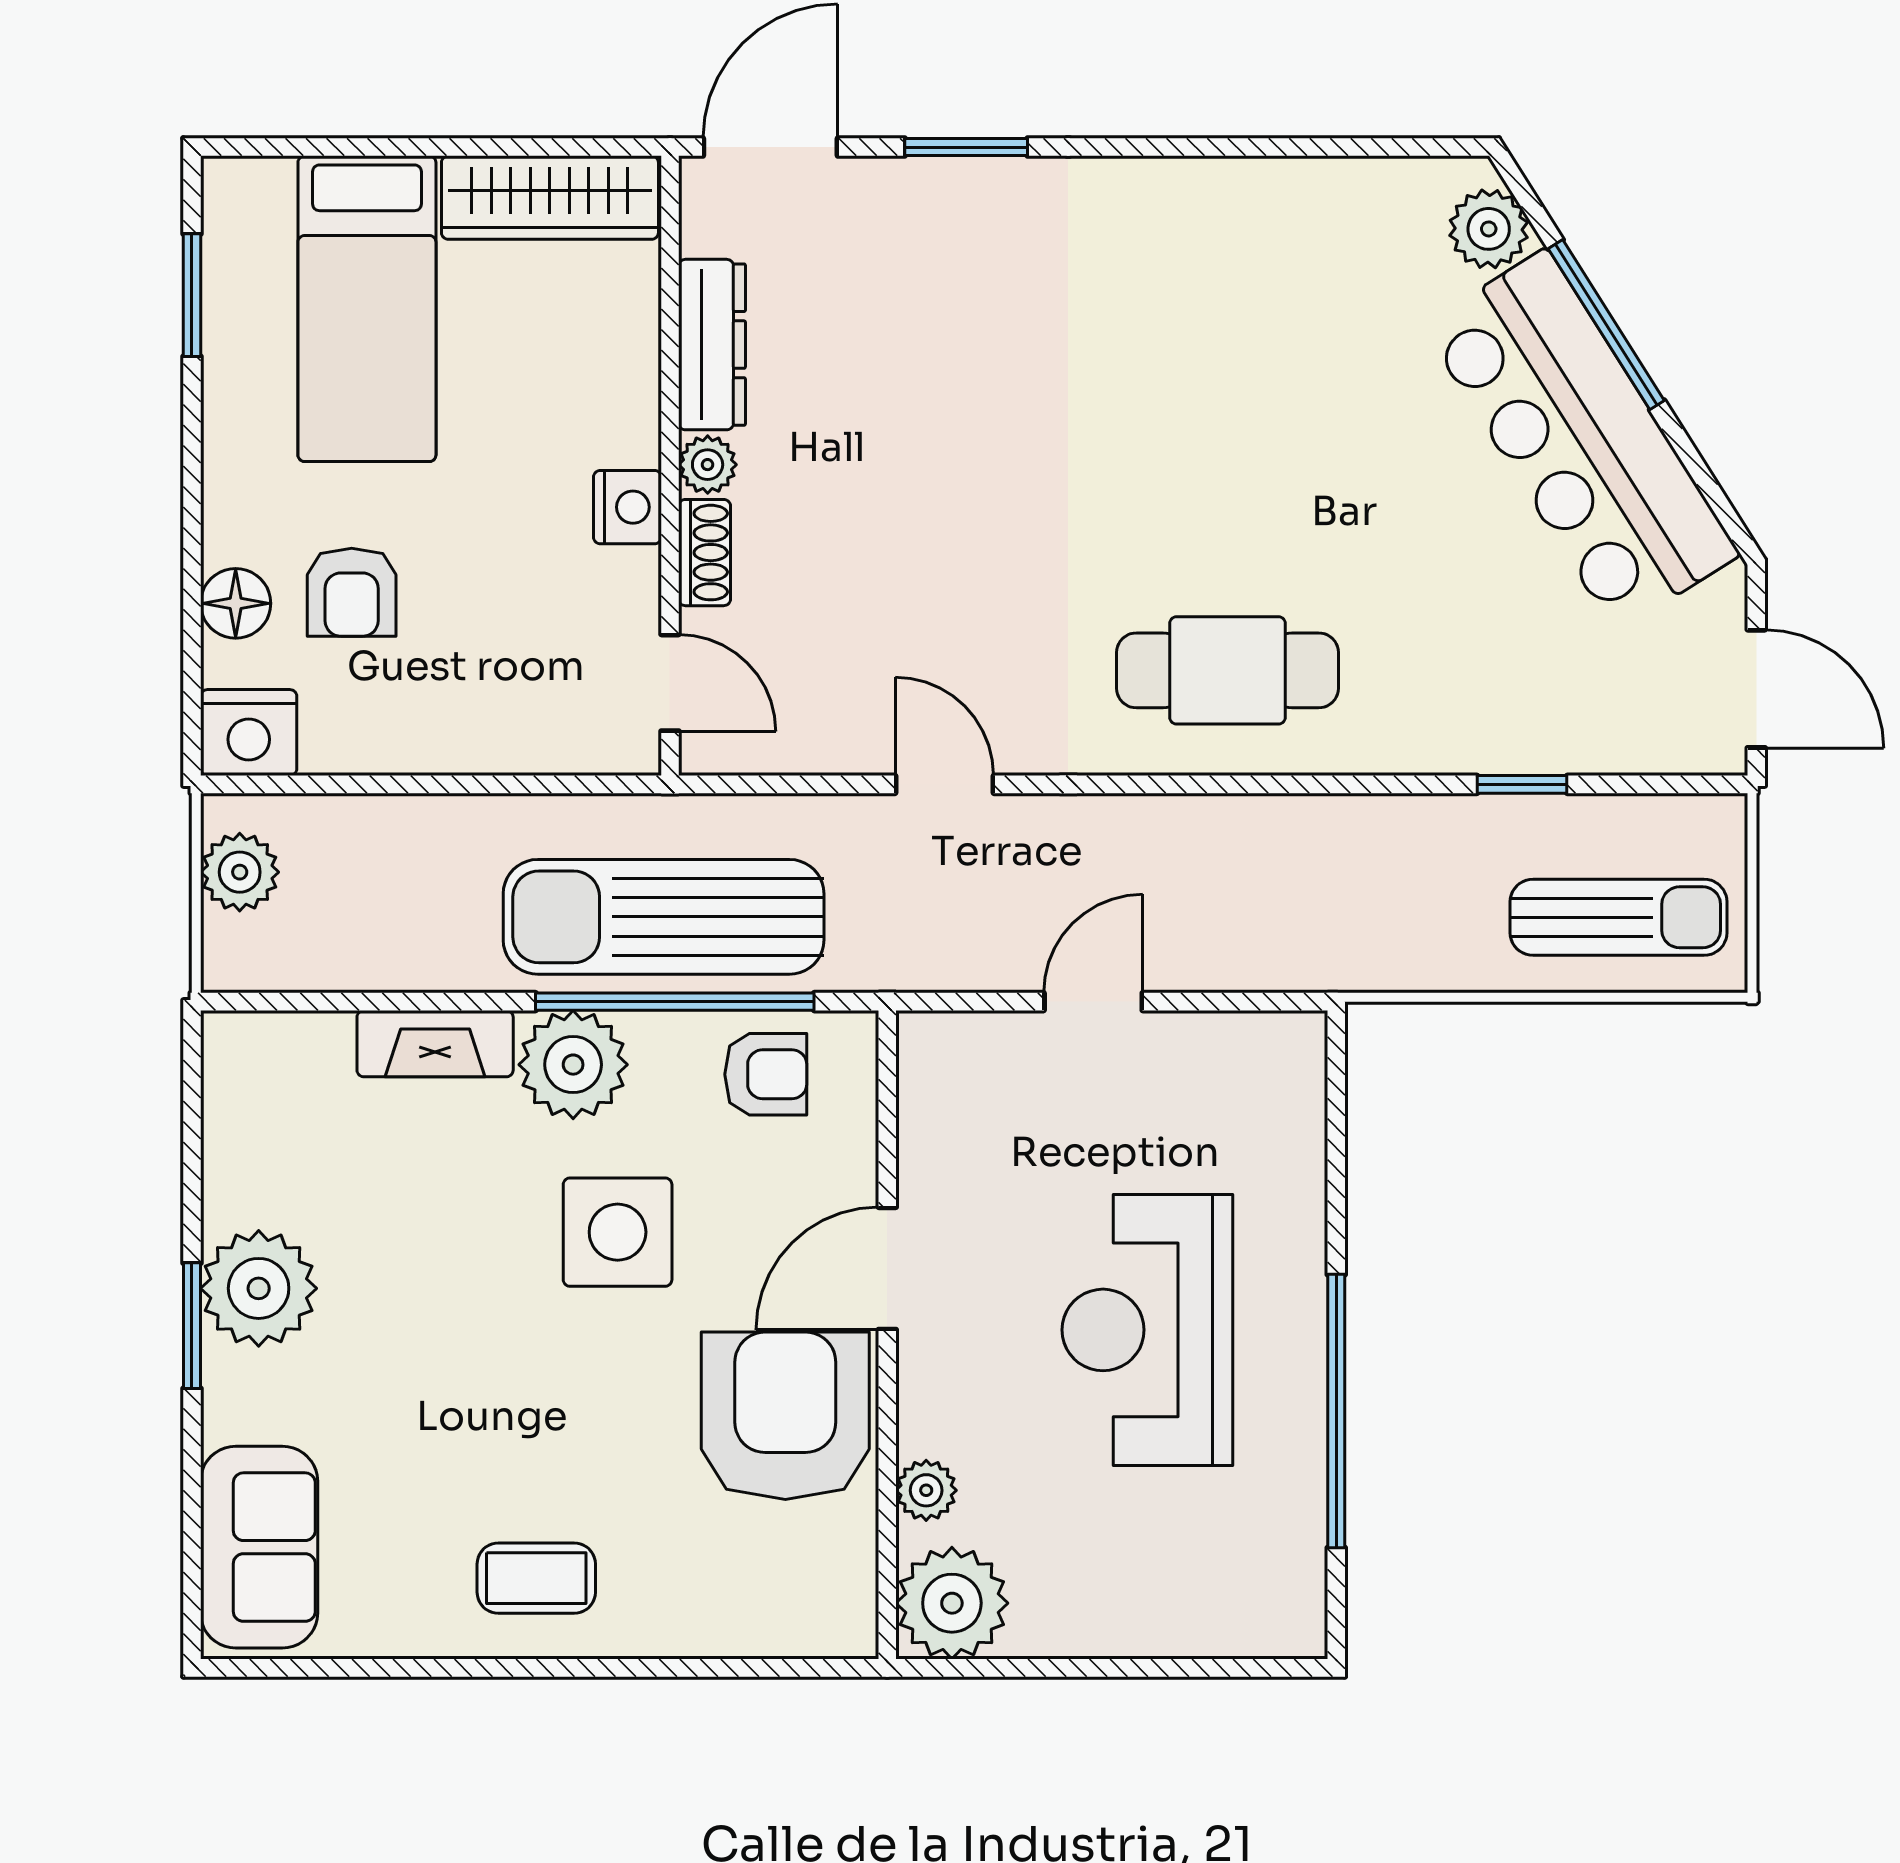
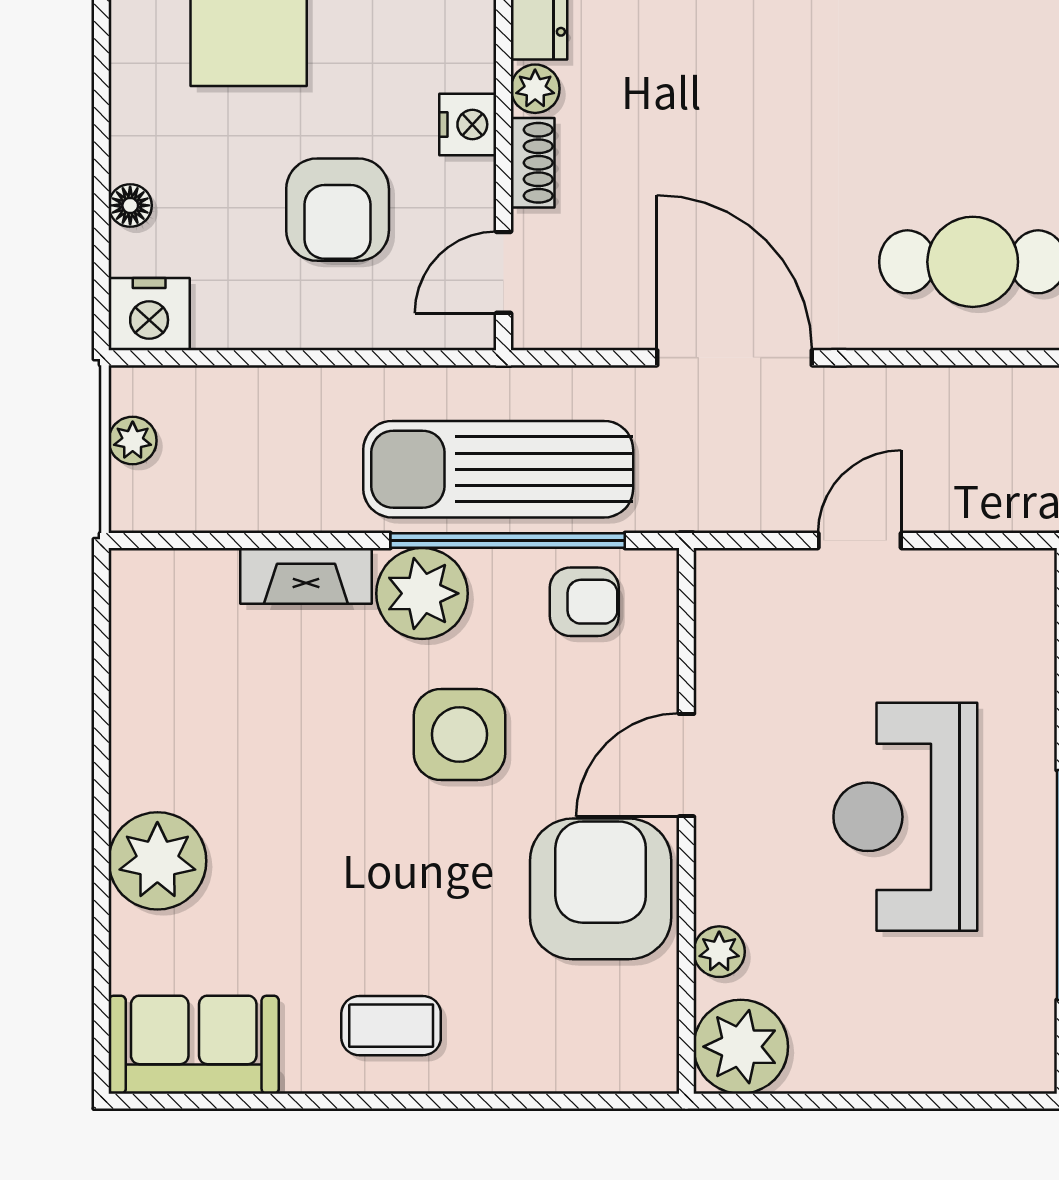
armchair: (352, 592) -> (338, 210), moved, width x1.38, depth x1.38
floor lamp: (236, 603) -> (130, 205), width x0.73, depth x0.73
door: (670, 683) -> (504, 272), swing flipped
door: (944, 784) -> (735, 358), width x1.88
plant: (240, 872) -> (133, 441), width x0.73, depth x0.73
plant: (259, 1288) -> (157, 861), moved
window: (192, 1326) -> (101, 813), removed
sofa: (259, 1547) -> (194, 1045), moved, turned -90

